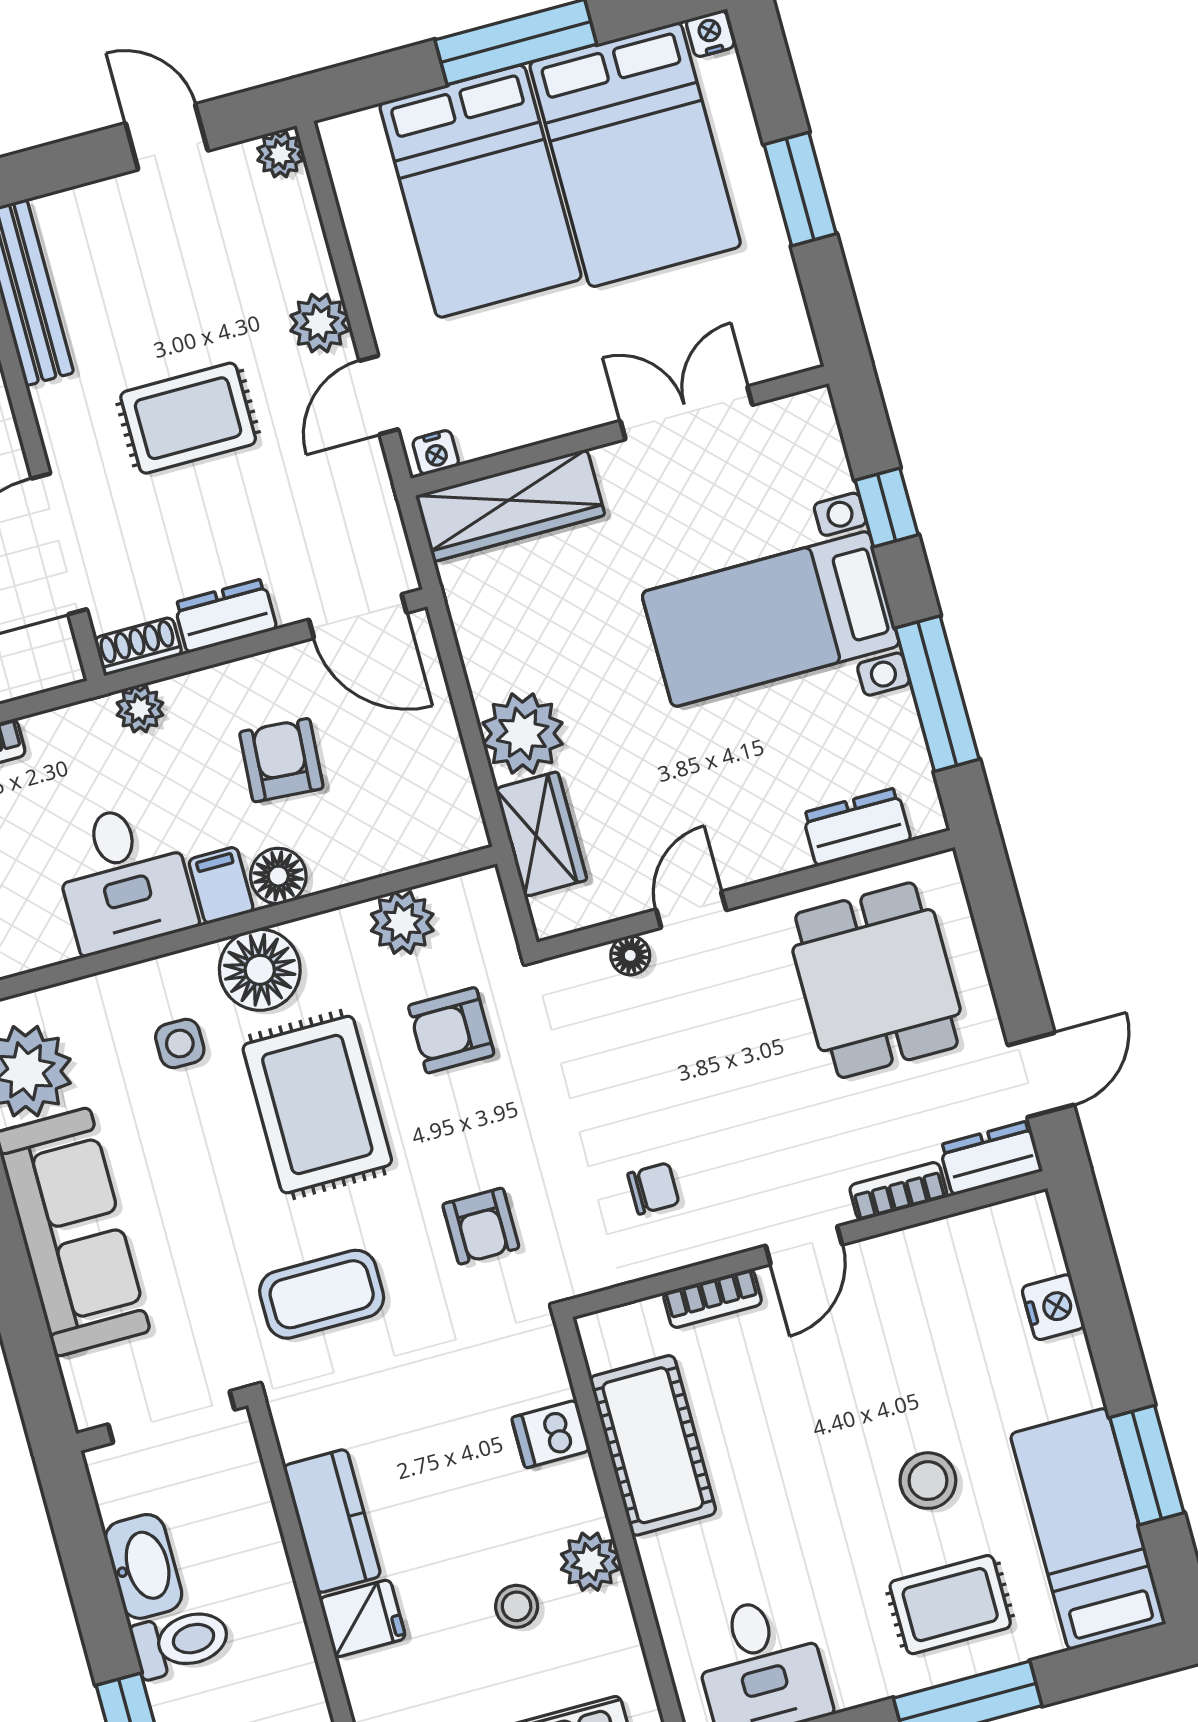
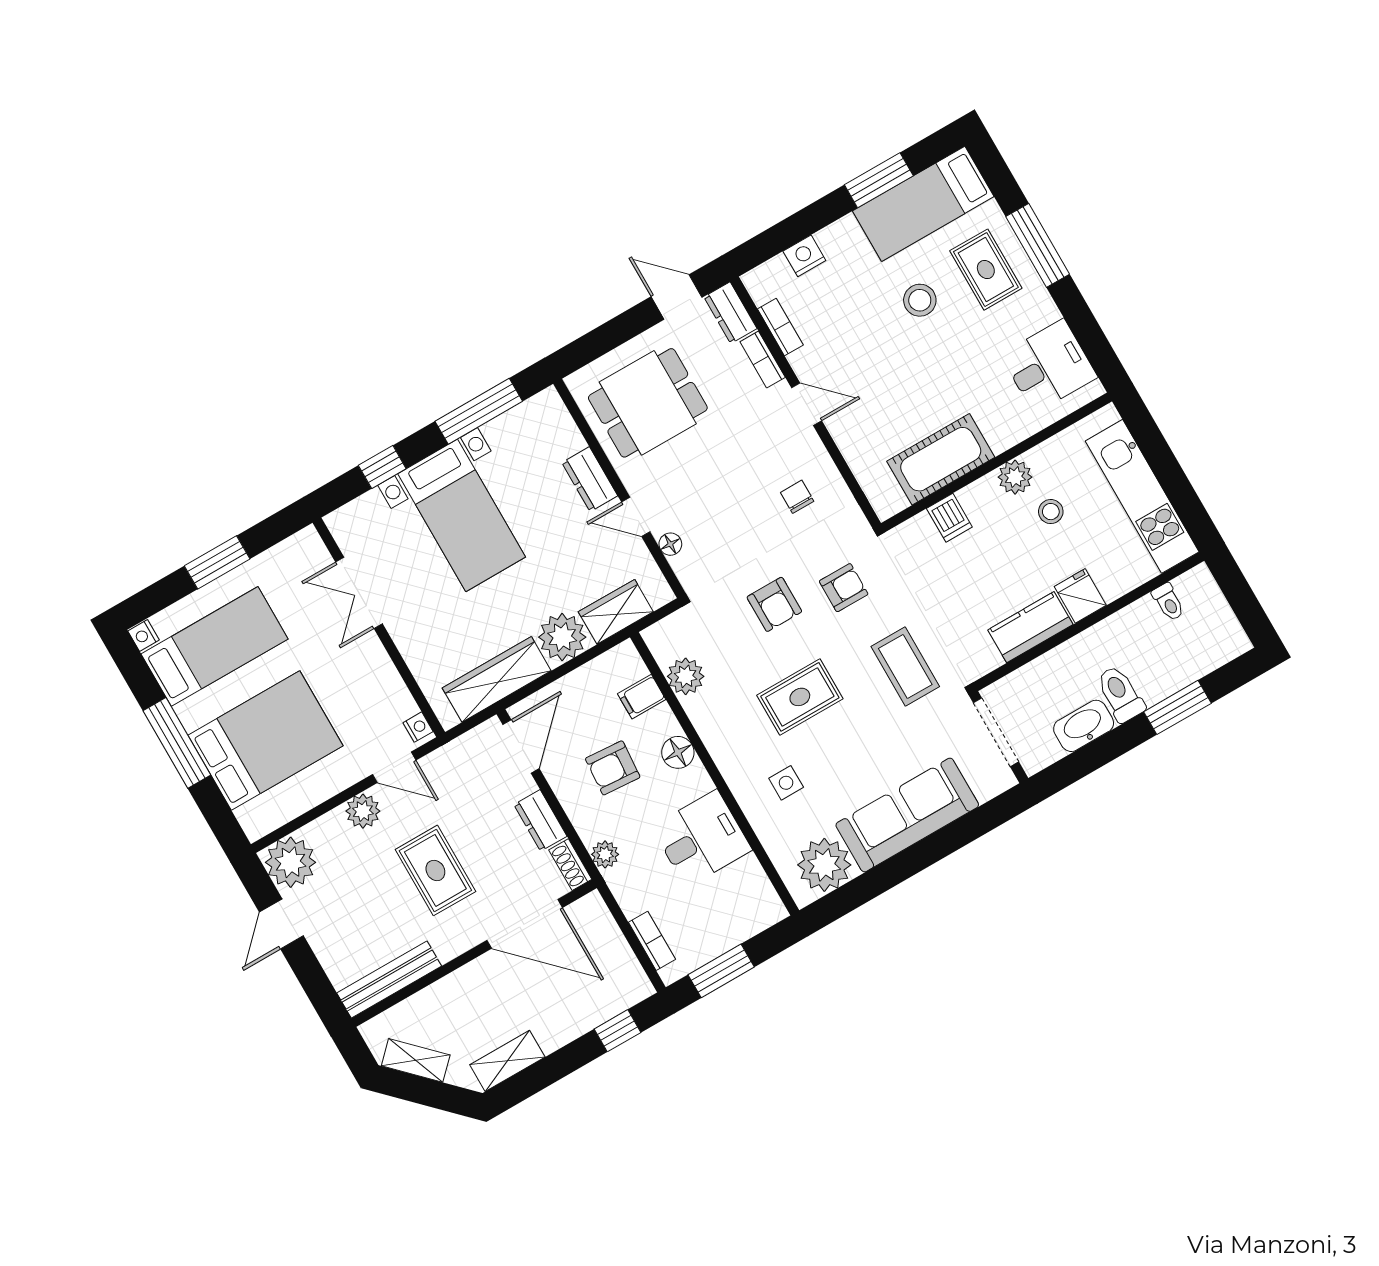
plant: (280, 154) -> (291, 862), width x1.88, depth x1.88
bed: (635, 155) -> (215, 646), width x0.67
wardrobe: (510, 505) -> (497, 679), moved, turned -90
dresser: (857, 827) -> (590, 479), moved
filing cabinet: (221, 885) -> (642, 697), moved
floor lamp: (260, 970) -> (733, 749), removed
armchair: (451, 1030) -> (774, 604), moved
rug: (317, 1105) -> (800, 697), width x0.73, depth x0.70
bookcase: (713, 1298) -> (780, 327), moved

